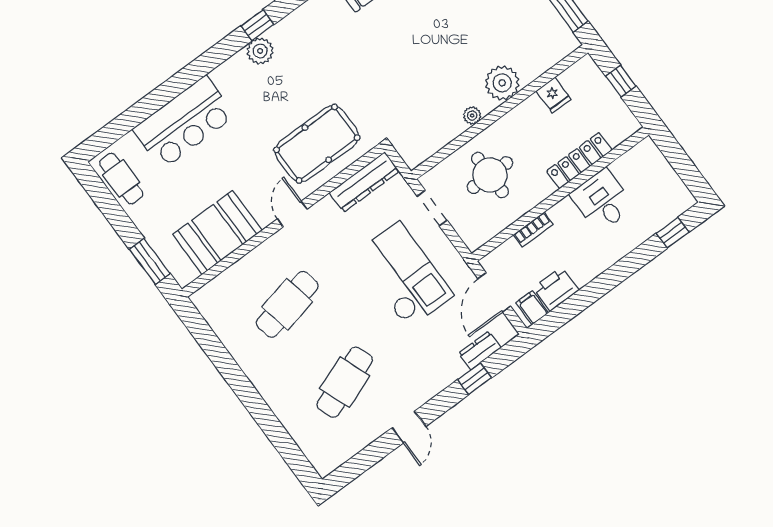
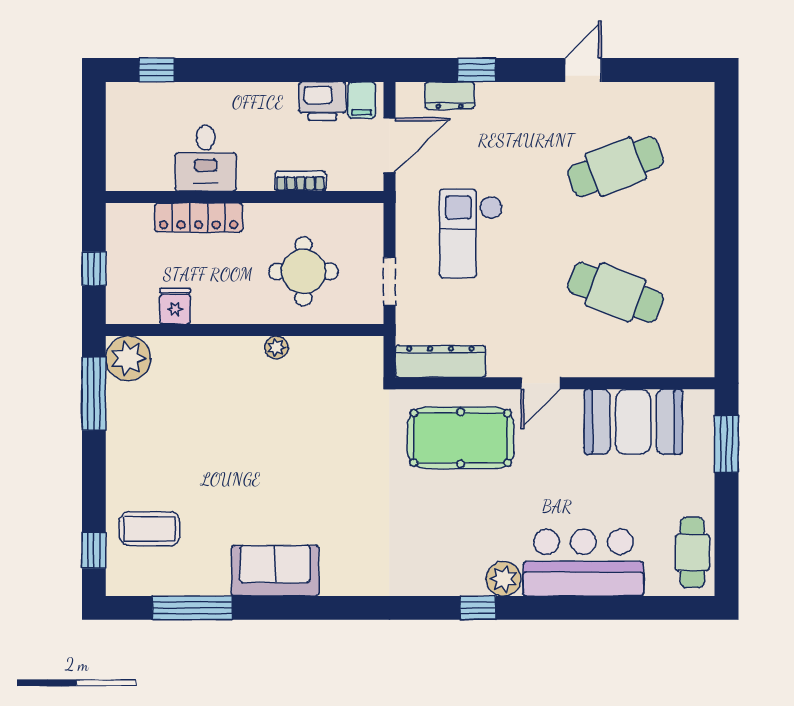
window: (258, 25) -> (478, 608), moved
plant: (260, 51) -> (504, 579), moved
plant: (502, 83) -> (128, 358), moved
checkout: (404, 275) -> (471, 233), width x0.73, depth x0.83
cafe table: (287, 304) -> (616, 292), turned 33

